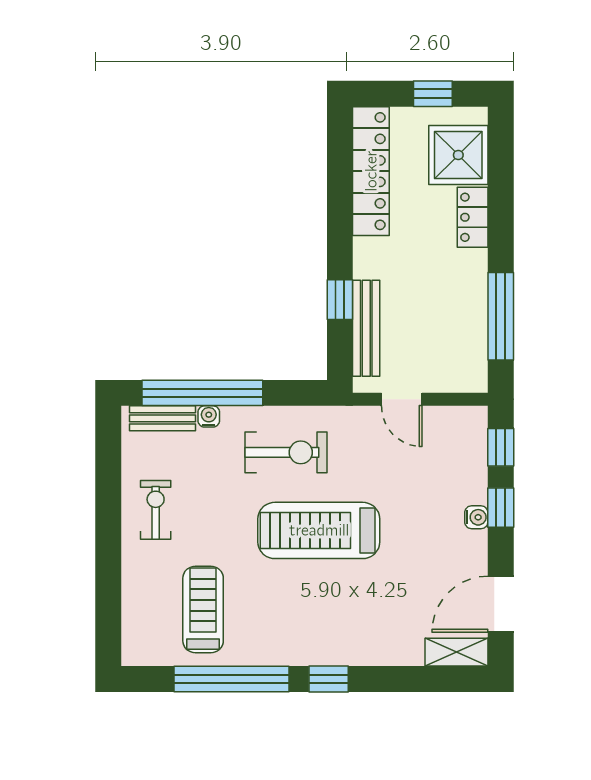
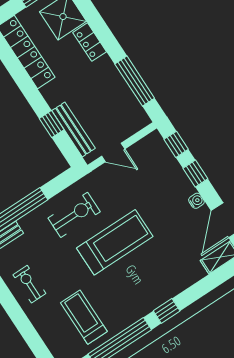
water cooler: (209, 416) -> (25, 222), removed
water cooler: (476, 517) -> (196, 201), moved
treadmill: (319, 530) -> (115, 242), turned 180

